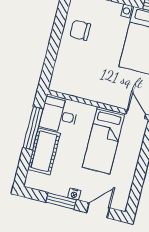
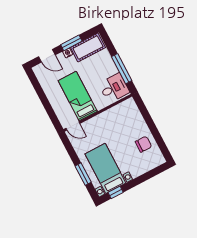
cot: (44, 151) -> (88, 48), moved, turned 90
door: (98, 210) -> (47, 56), hinge flipped

